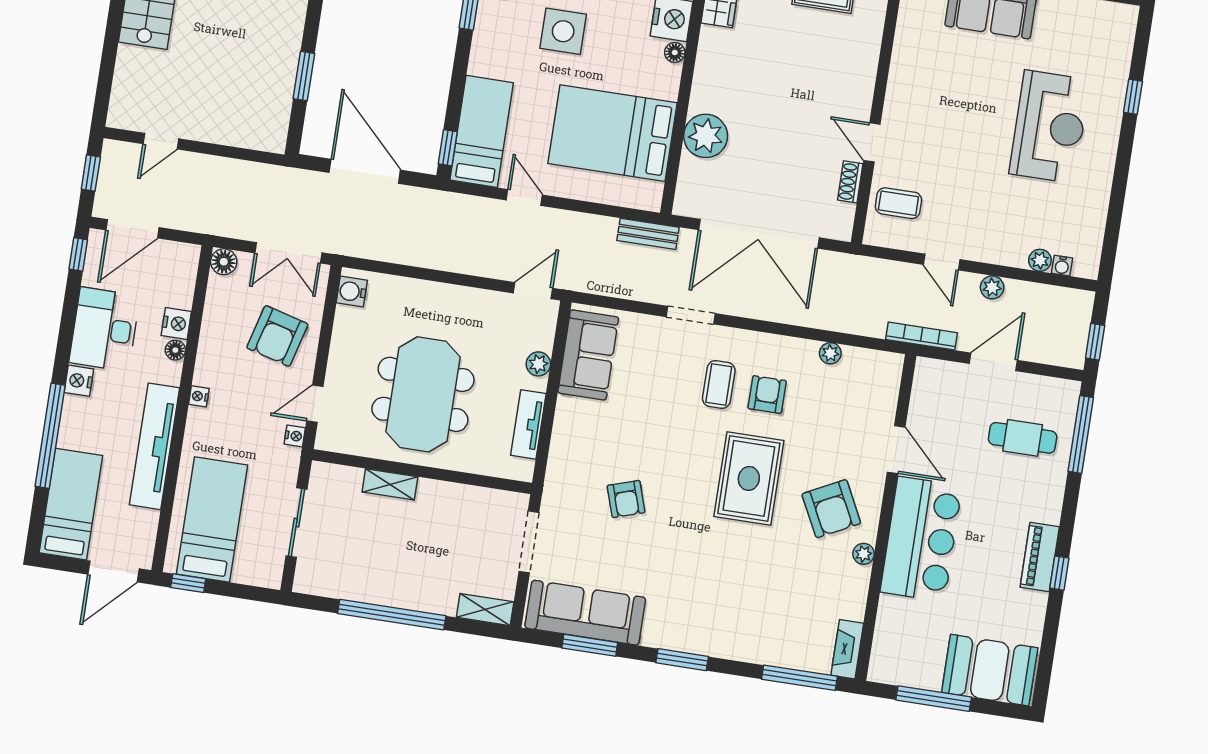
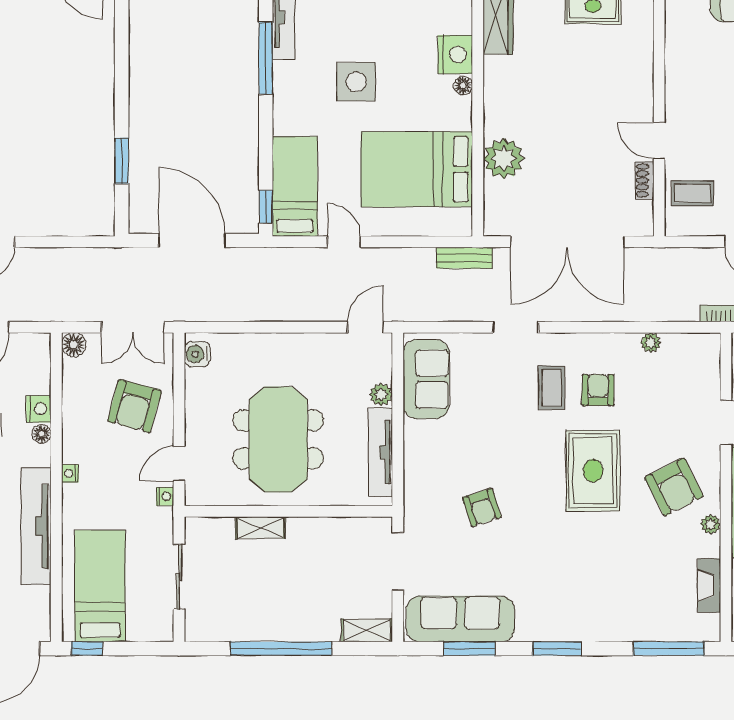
tv unit: (528, 424) -> (380, 452), width x1.41
fireplace: (847, 649) -> (709, 585), moved

